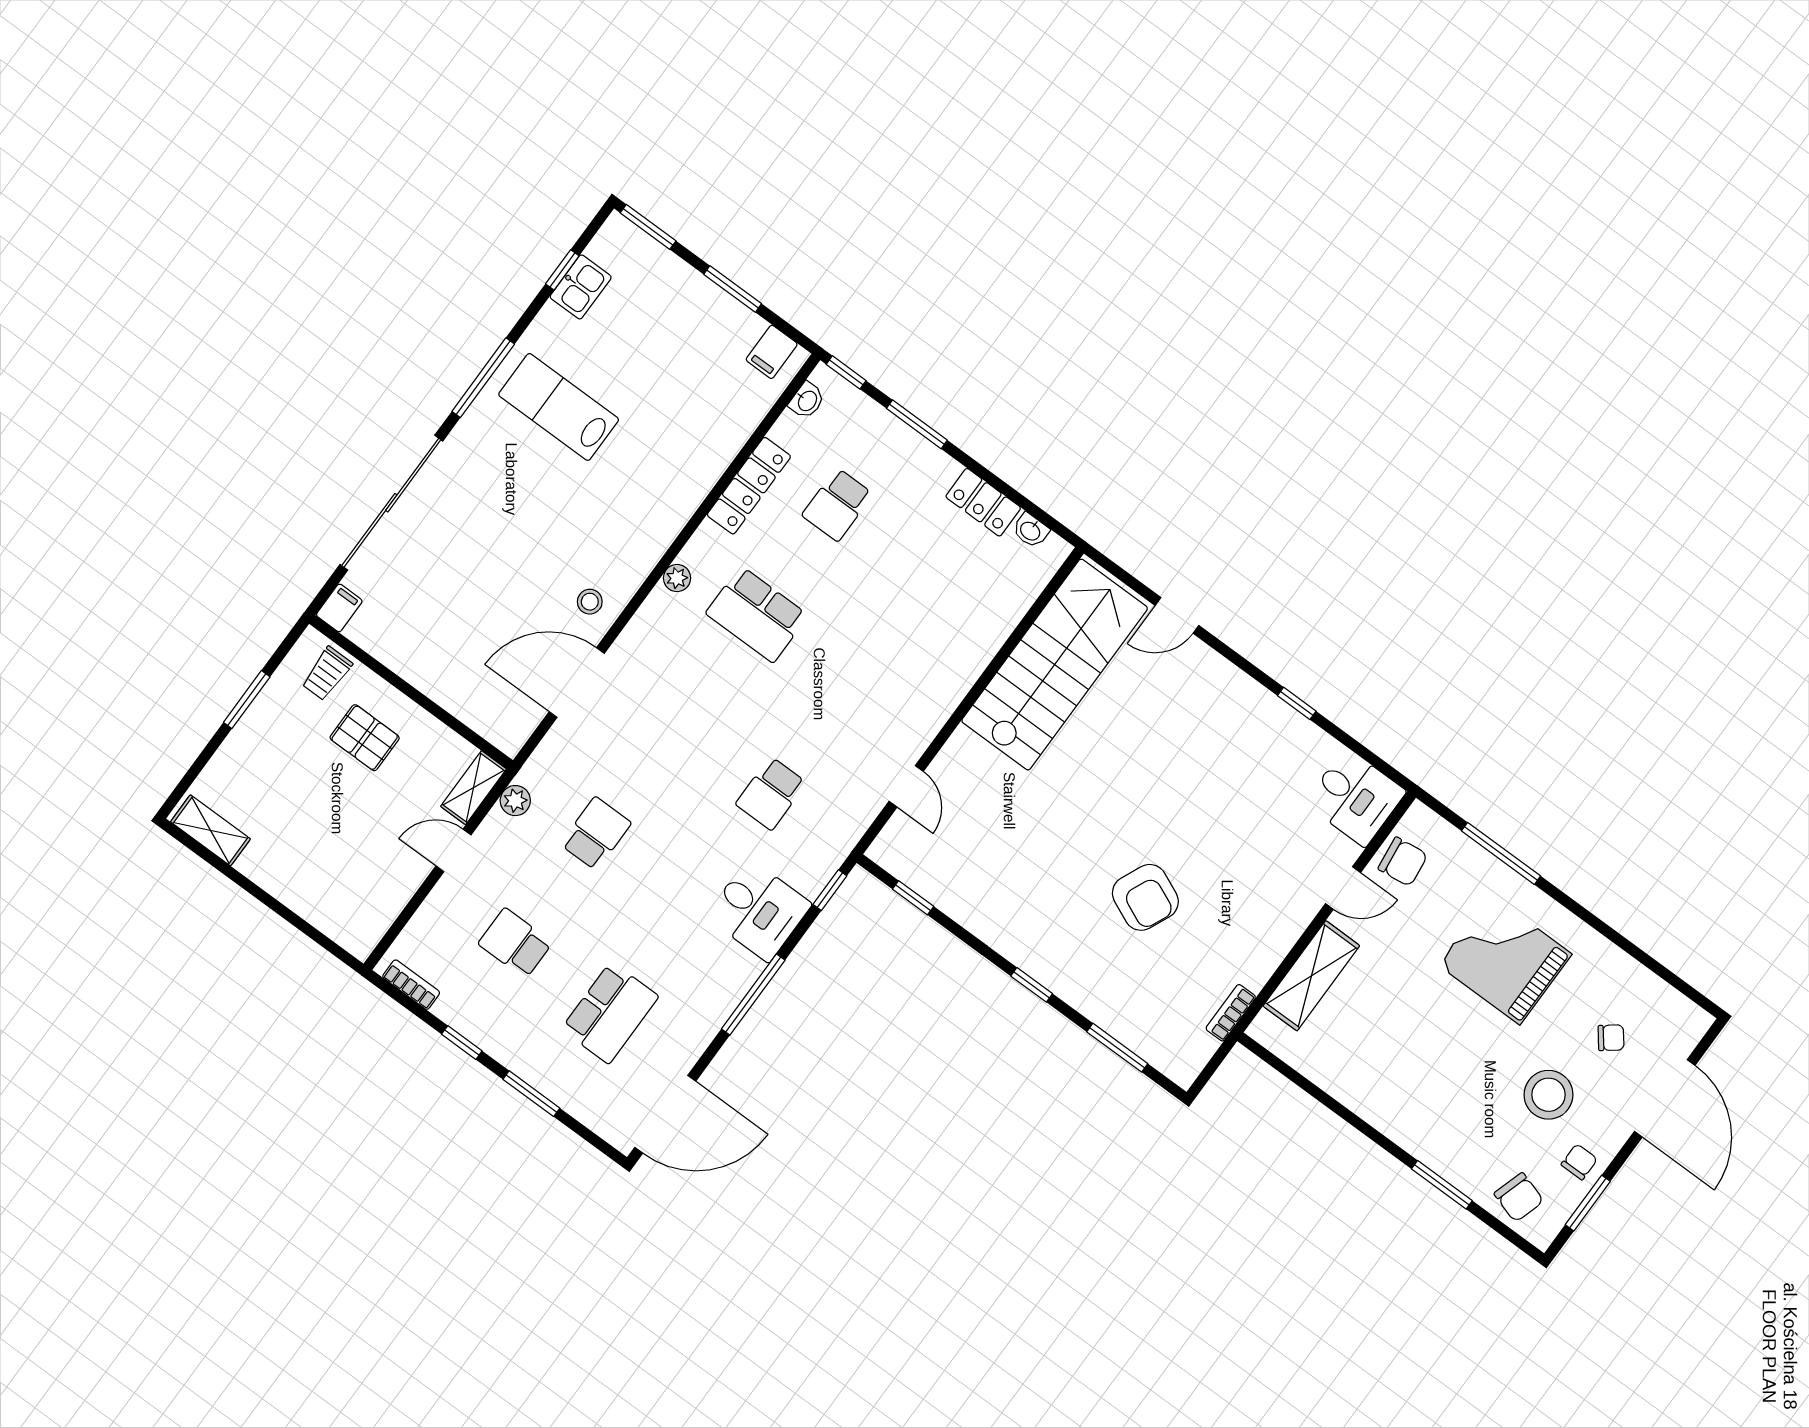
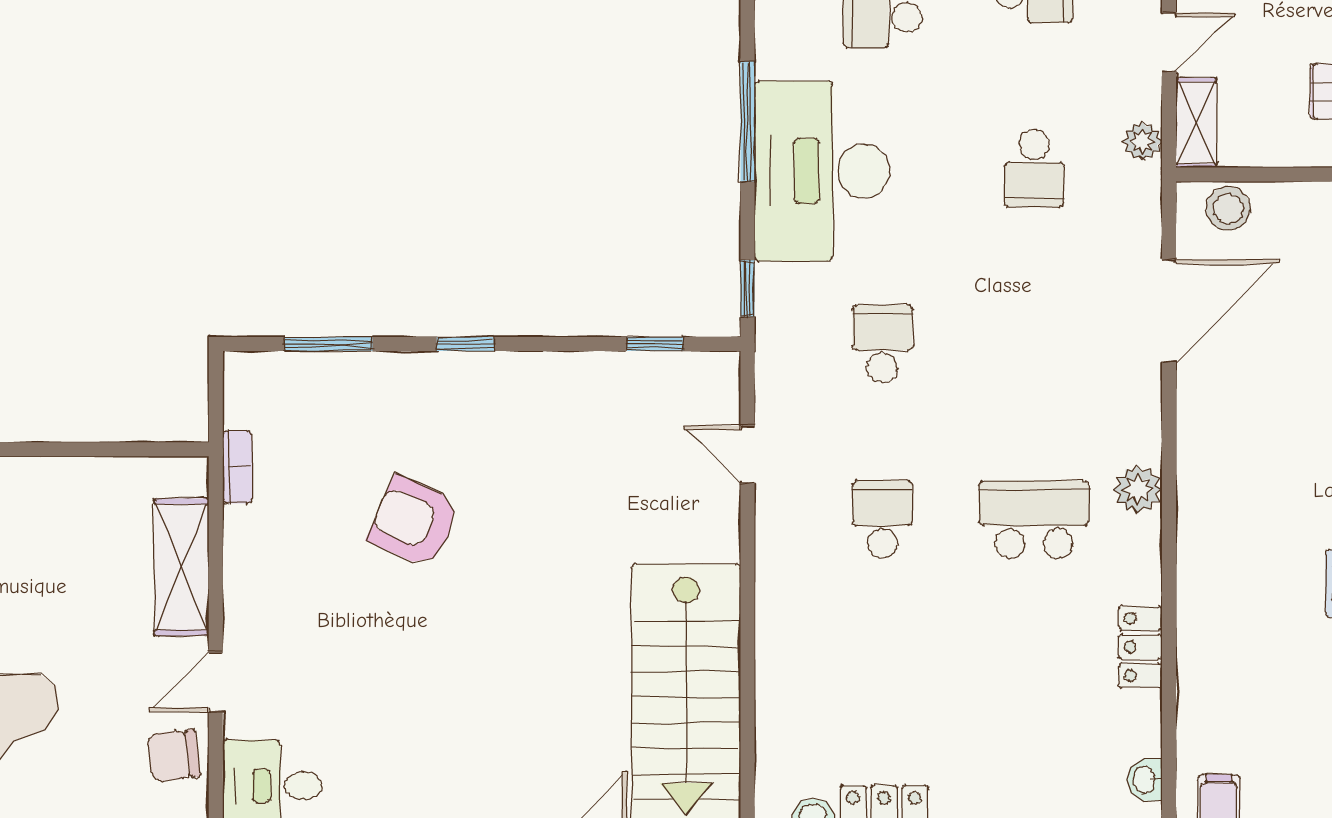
locker: (749, 486) -> (1140, 647), width x0.66
school desk: (837, 505) -> (882, 519), moved
plant: (677, 578) -> (1138, 489), width x1.38, depth x1.38
stool: (590, 602) -> (1228, 209), moved, width x1.37, depth x1.37
desk: (759, 910) -> (822, 171), width x1.87, depth x1.30

